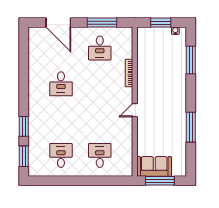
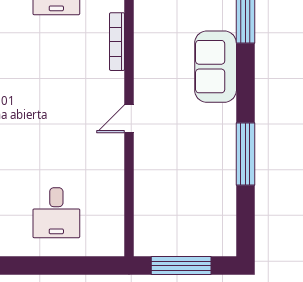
desk: (100, 155) -> (56, 213), turned 180
sofa: (154, 166) -> (216, 67), moved, turned -90

